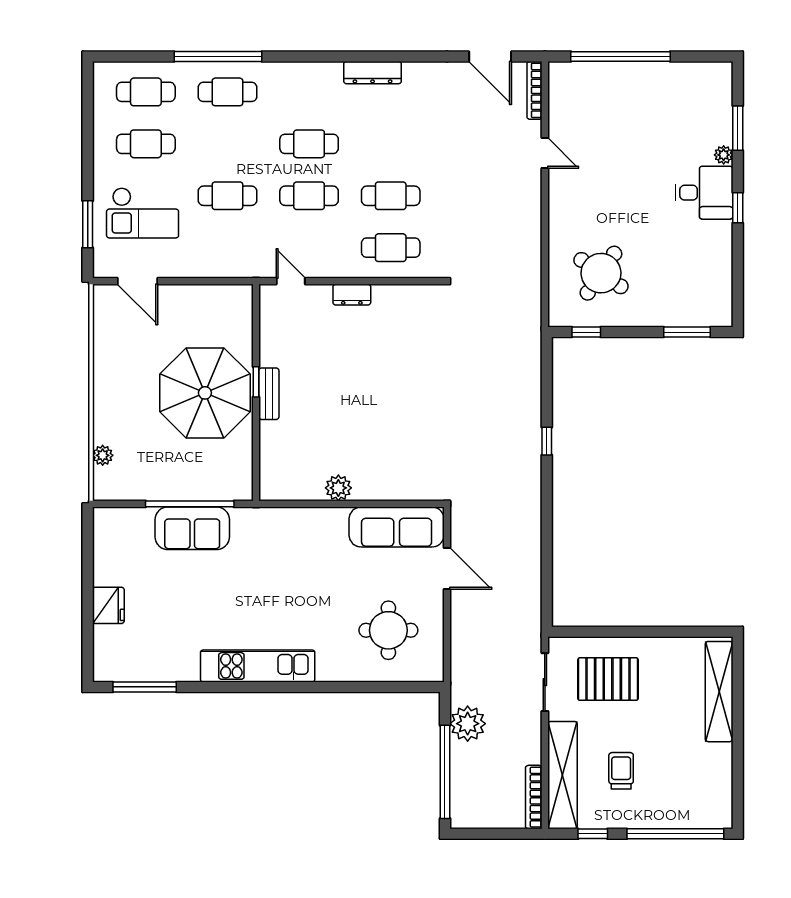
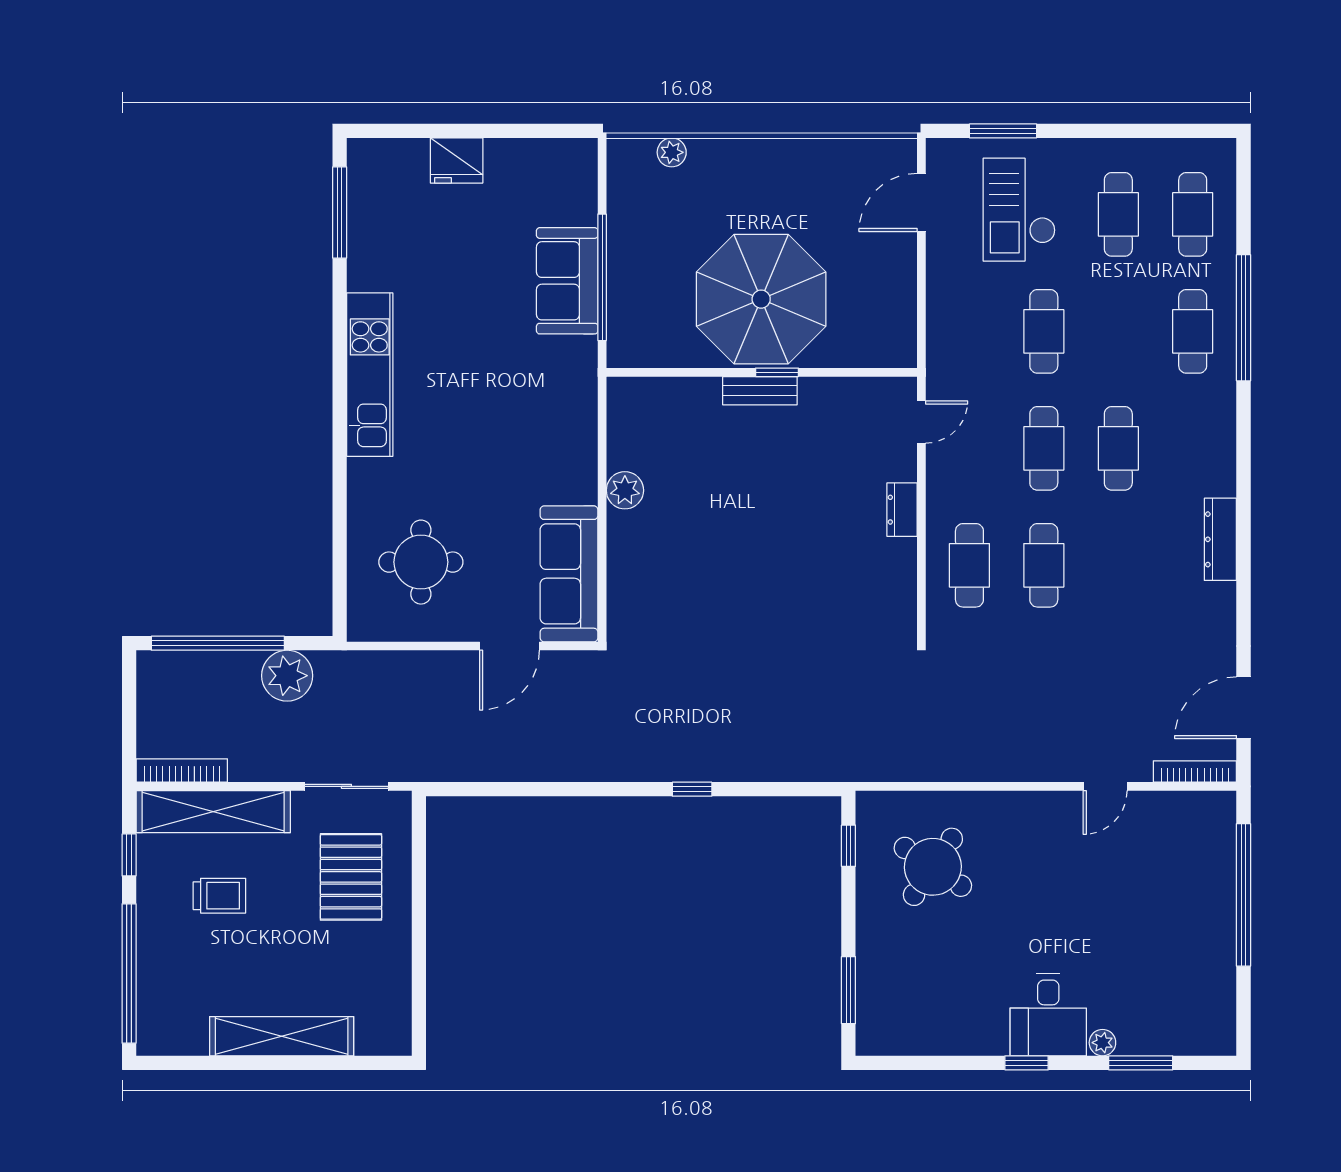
shelving: (719, 692) -> (282, 1036), moved

